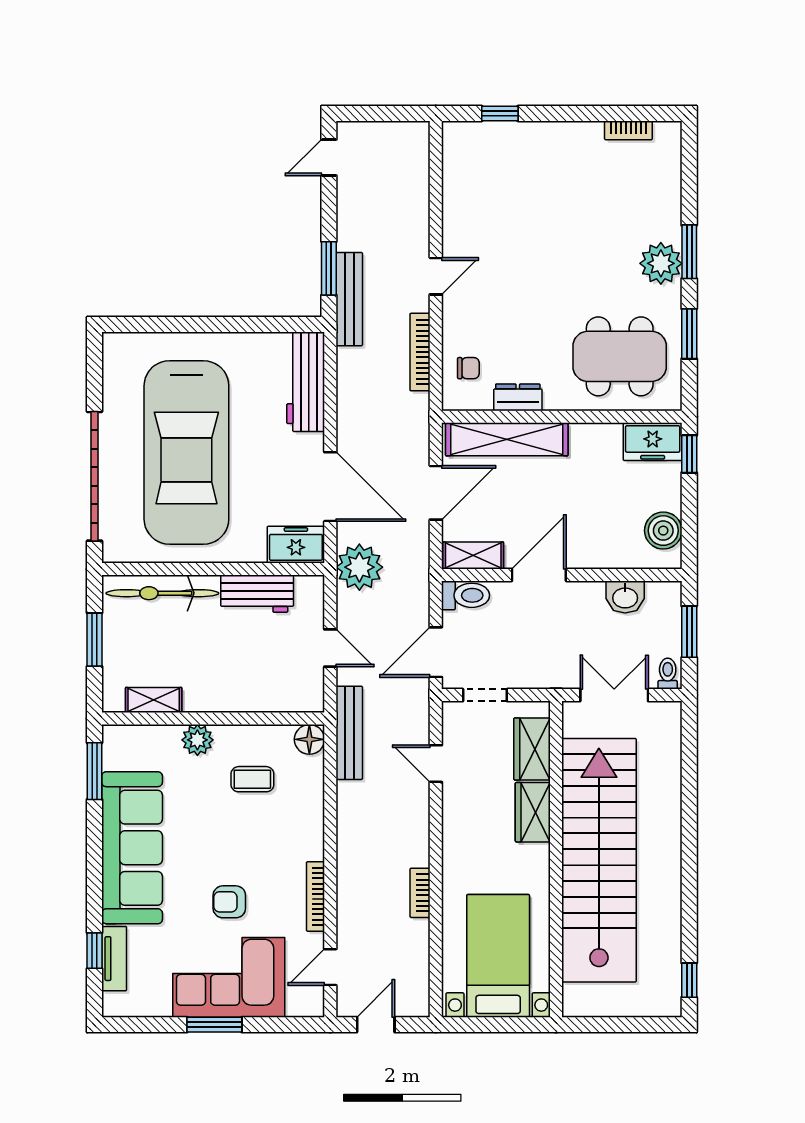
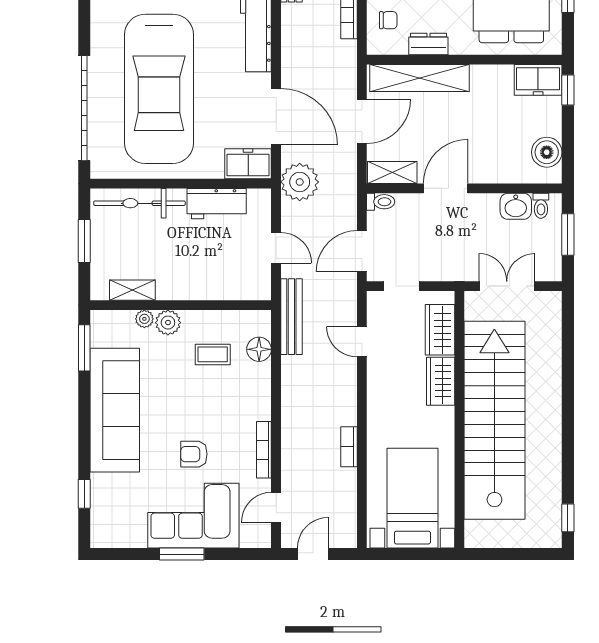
toilet: (466, 595) -> (381, 202), width x0.73, depth x0.72
toilet: (668, 674) -> (541, 206), moved, turned 180
plant: (168, 735) -> (144, 319), added
floor lamp: (309, 739) -> (259, 349), moved
tv unit: (114, 959) -> (100, 500), removed

